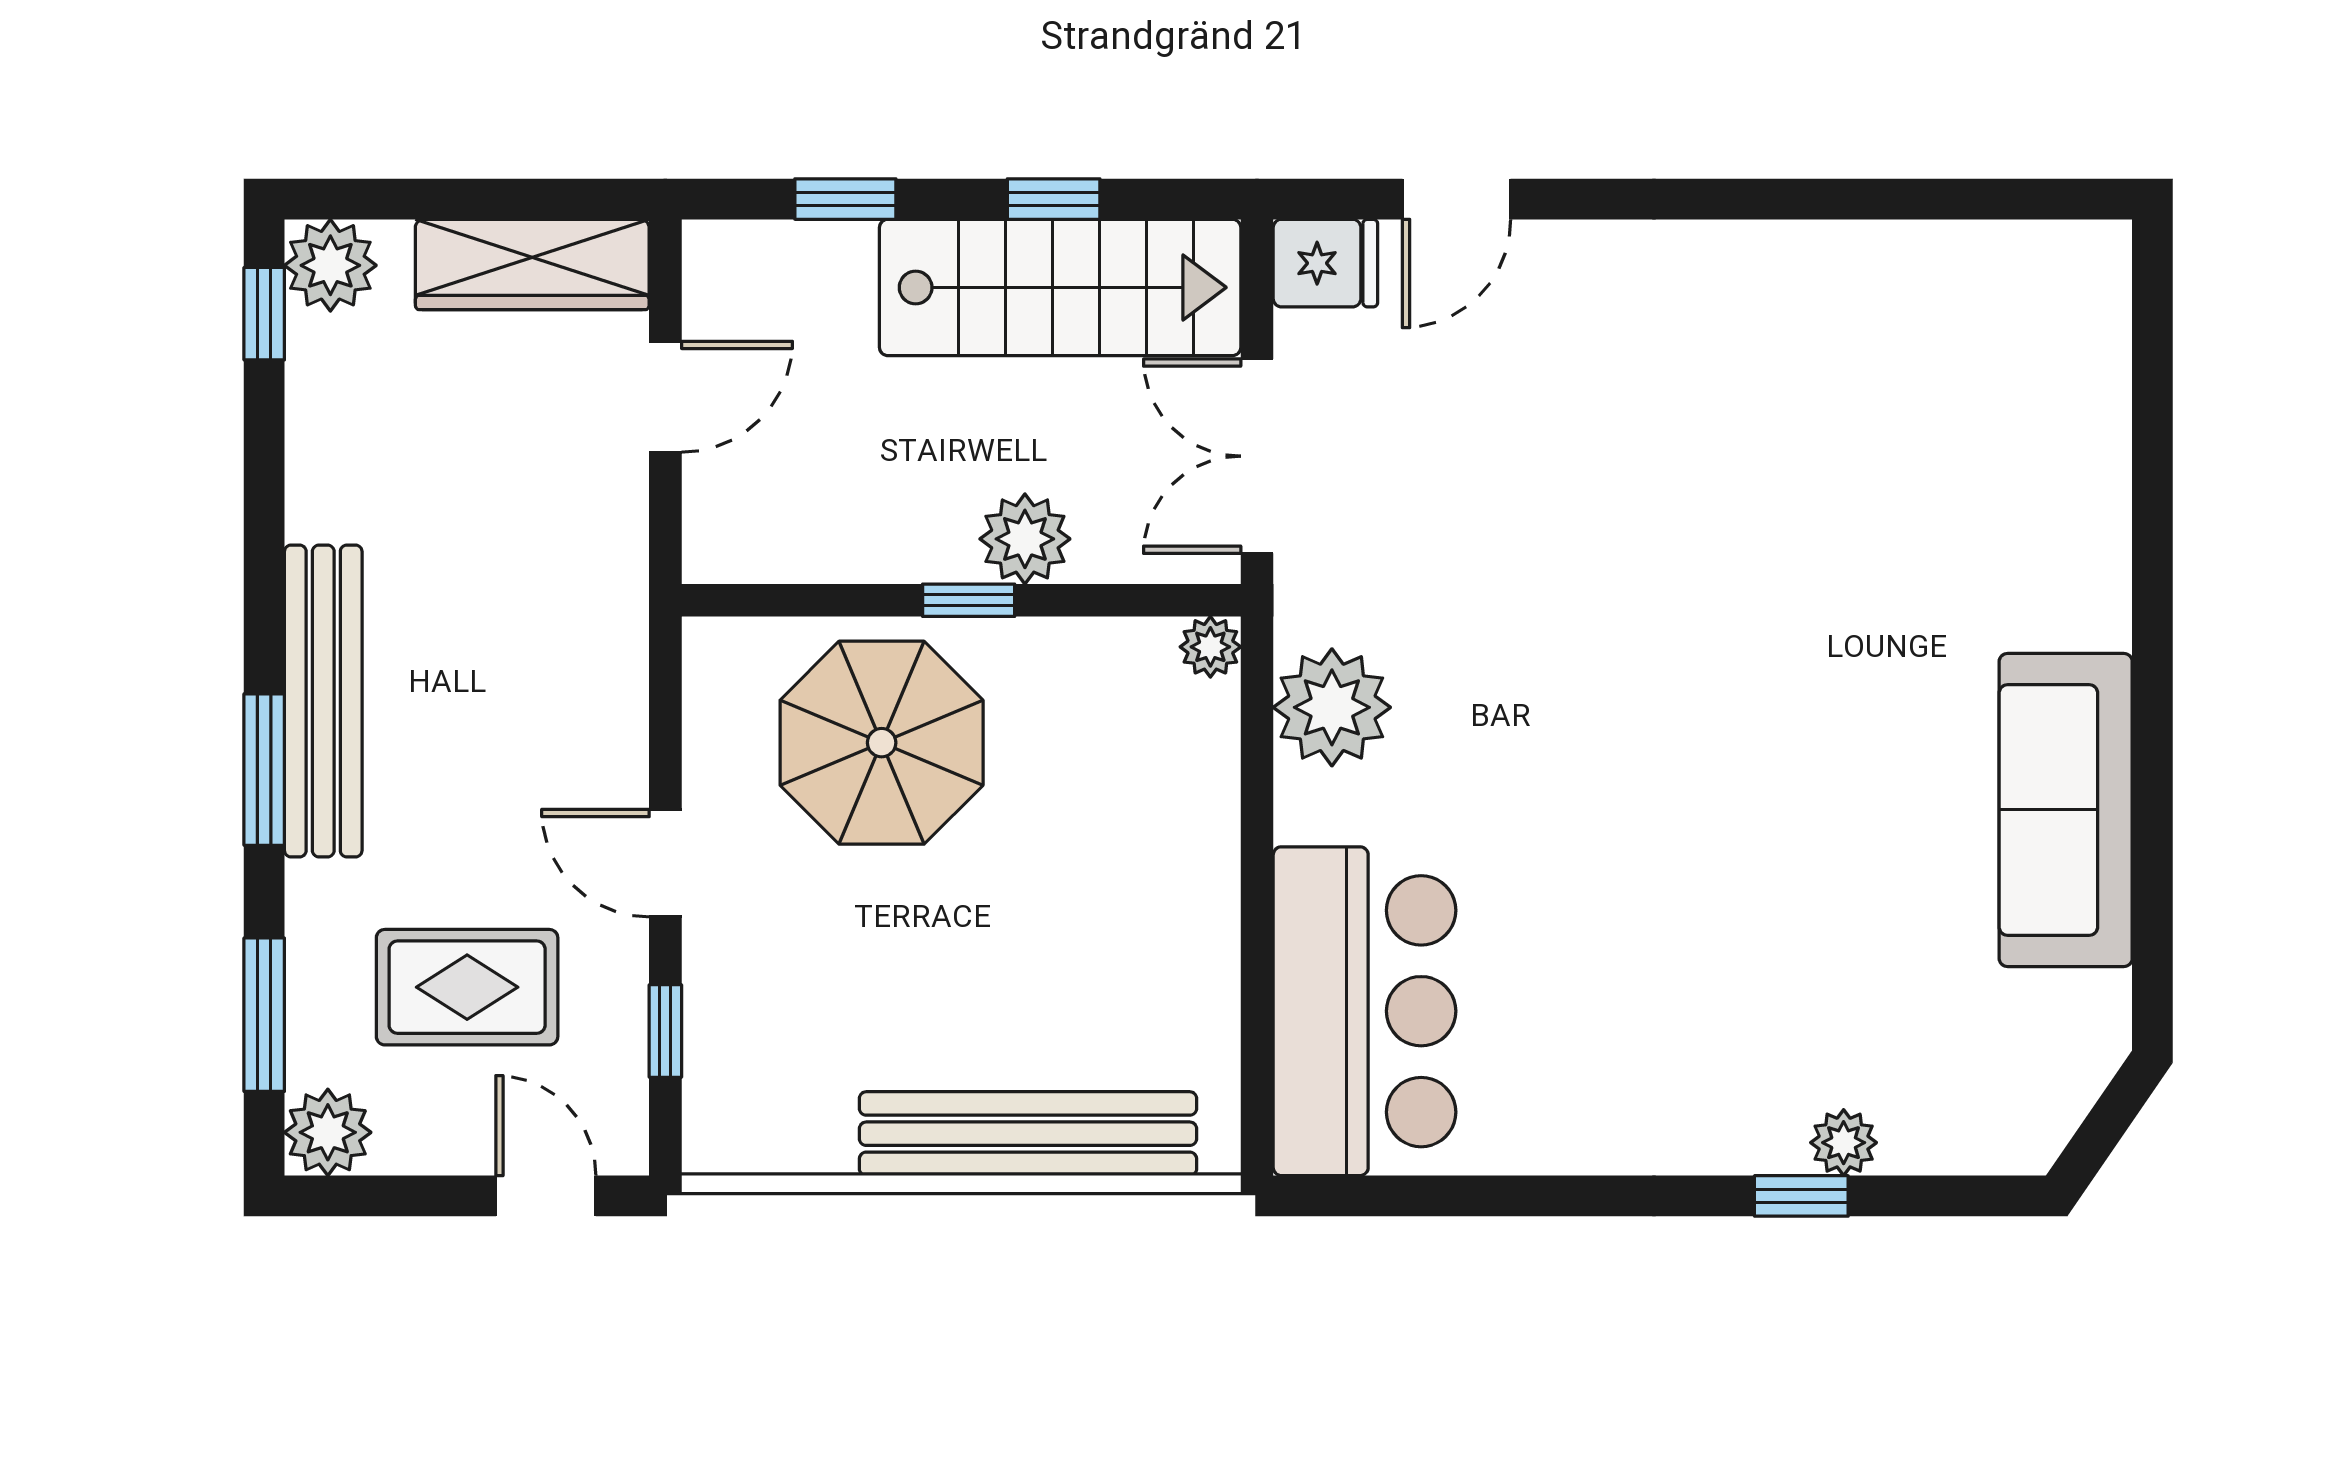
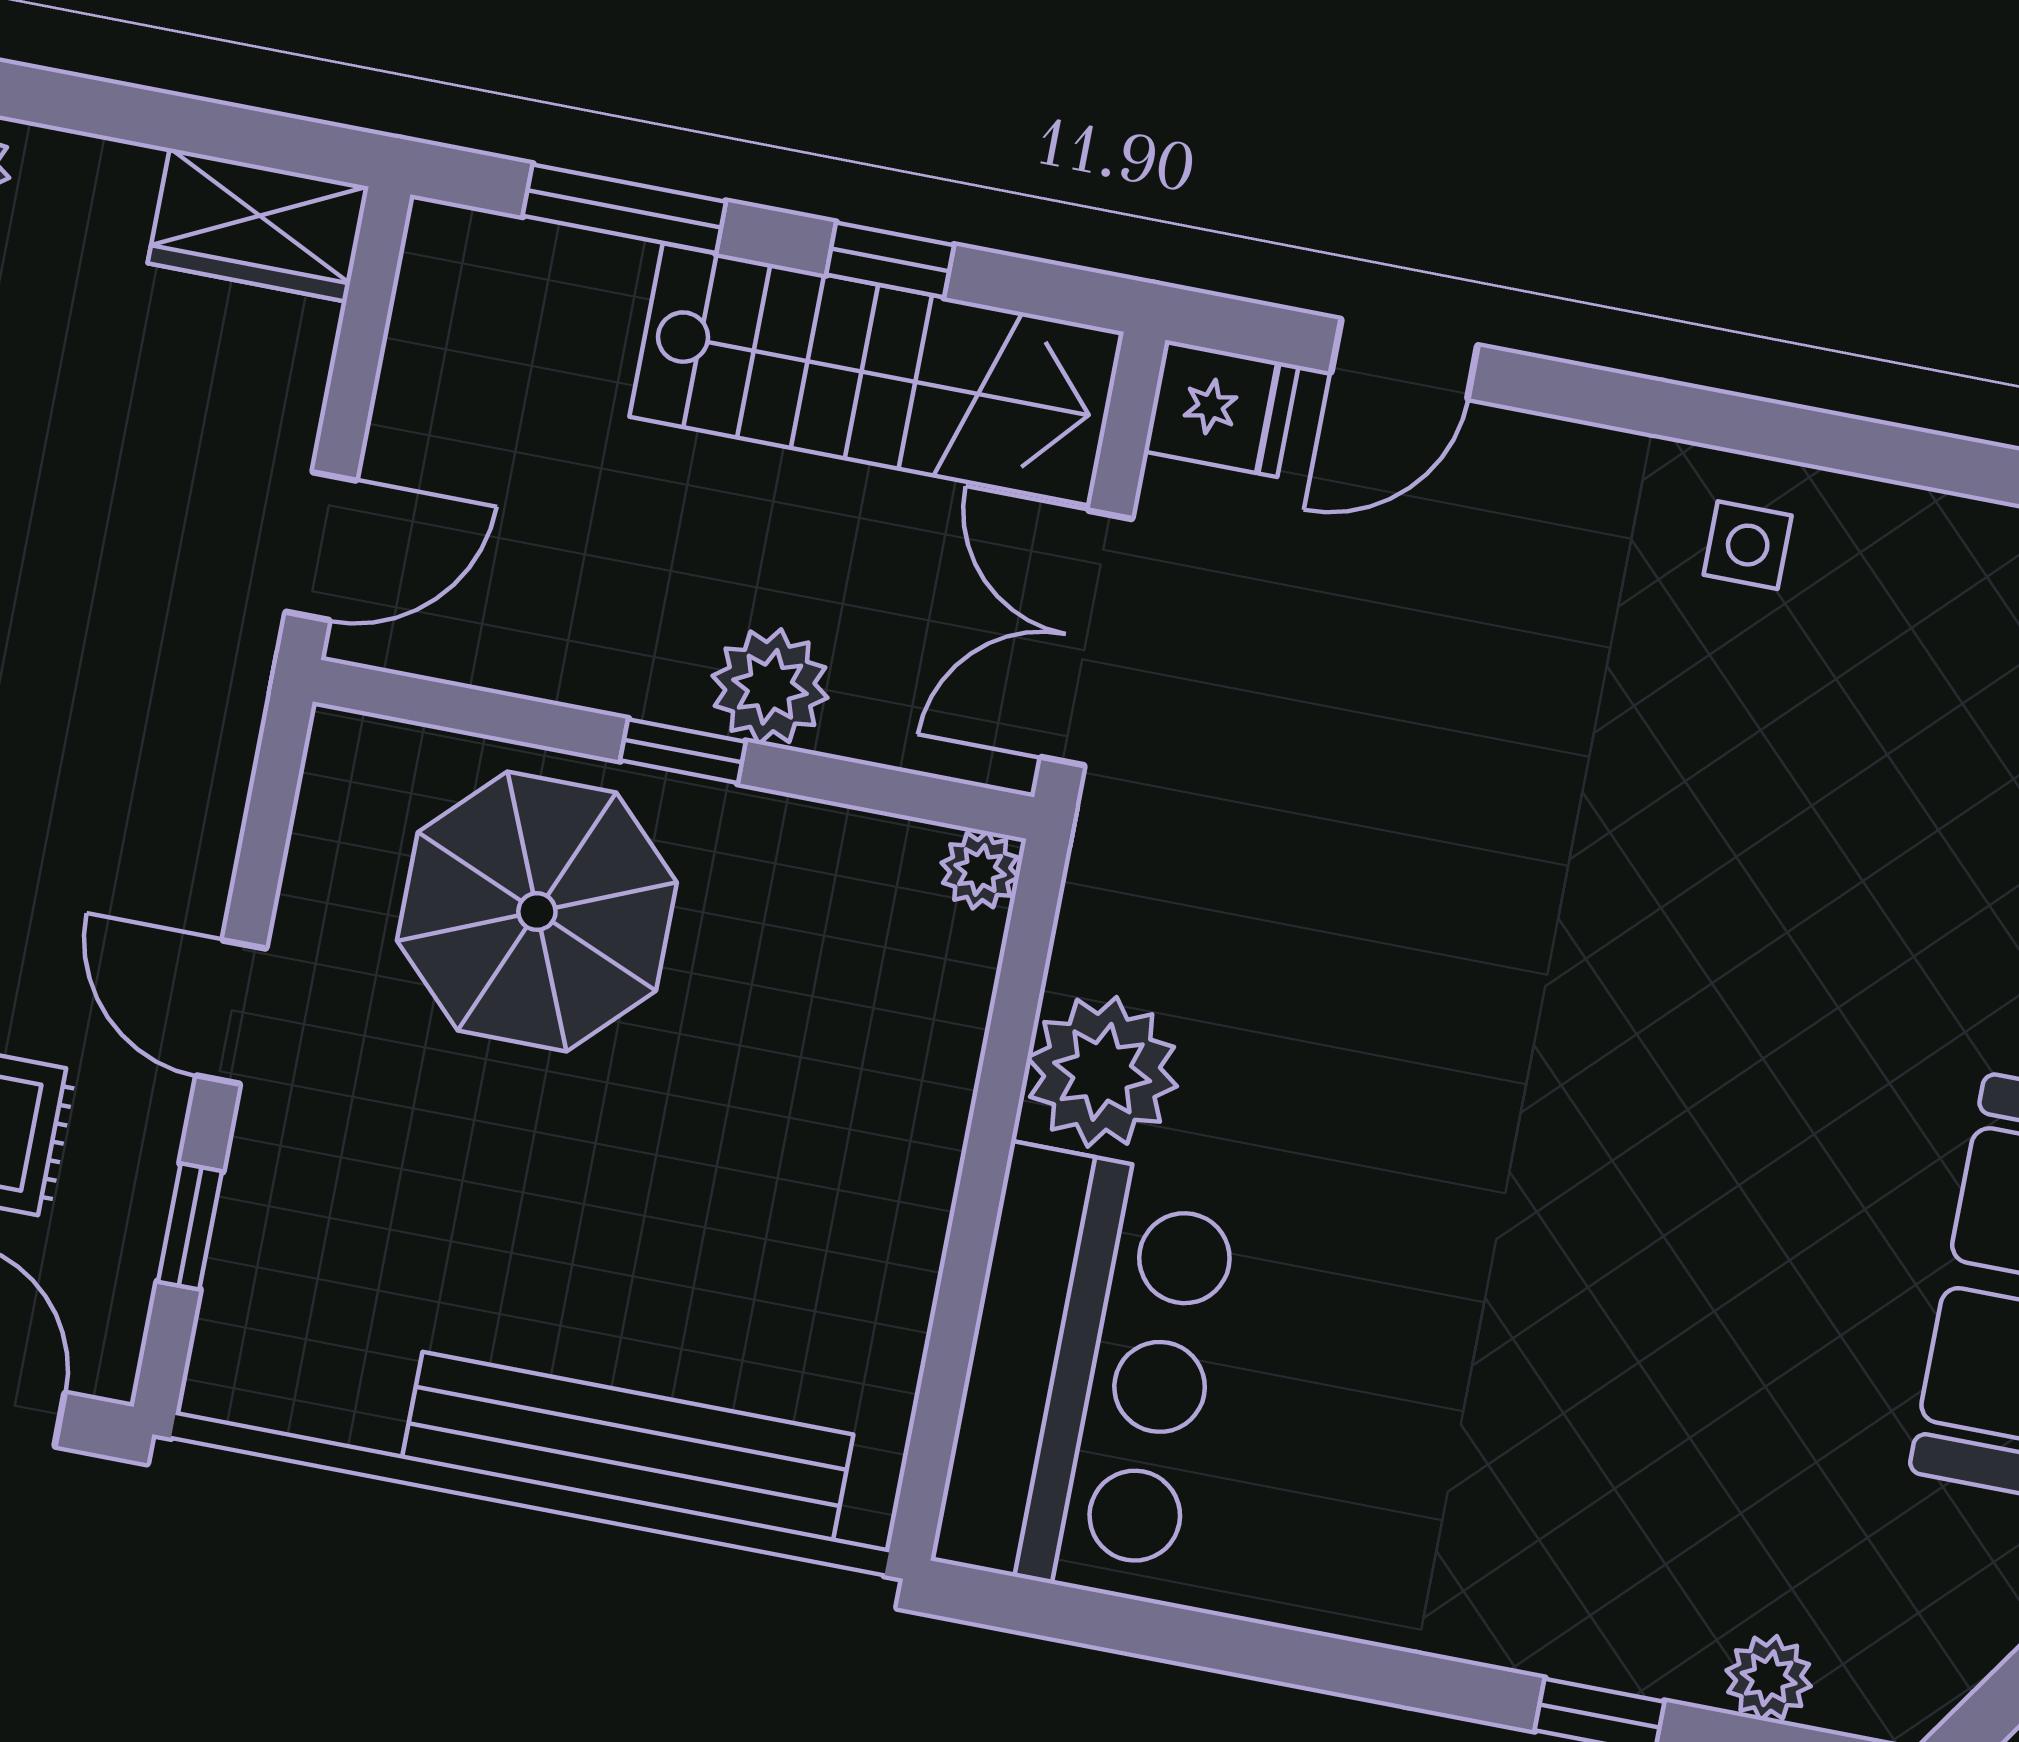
window: (845, 199) -> (624, 209), width x1.50
wardrobe: (532, 265) -> (258, 225), width x0.67
side table: (1743, 290) -> (1748, 545), added
door: (665, 397) -> (321, 546), moved
plant: (1332, 707) -> (1102, 1072), moved
plant: (1844, 1143) -> (1769, 1678), moved

